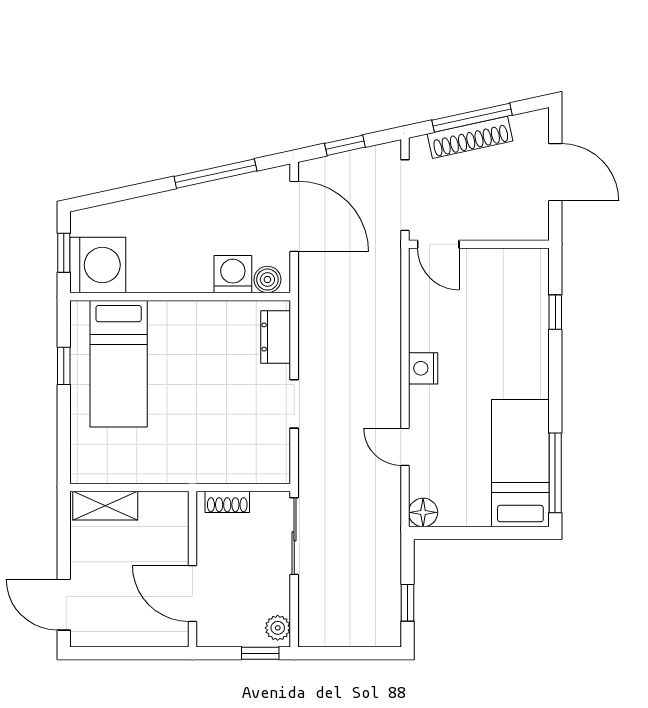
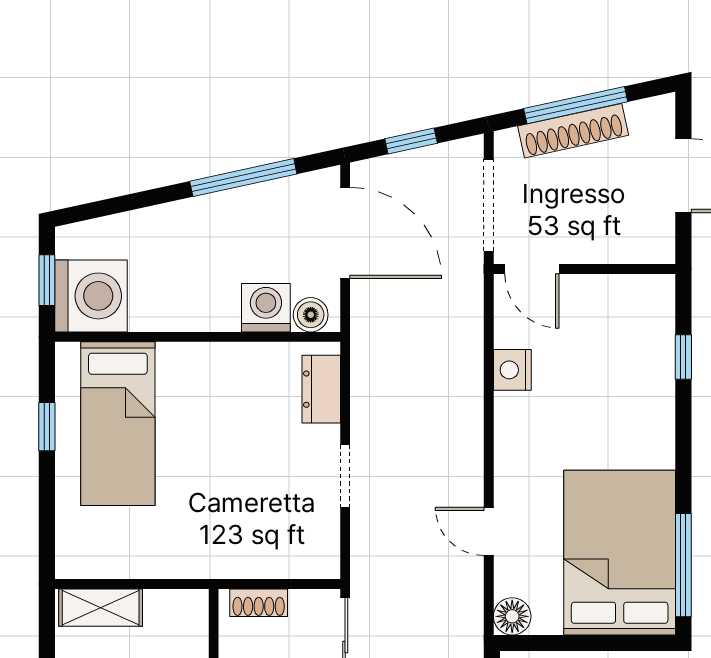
nightstand: (423, 368) -> (512, 370), moved
bed: (520, 463) -> (620, 553), width x1.50

